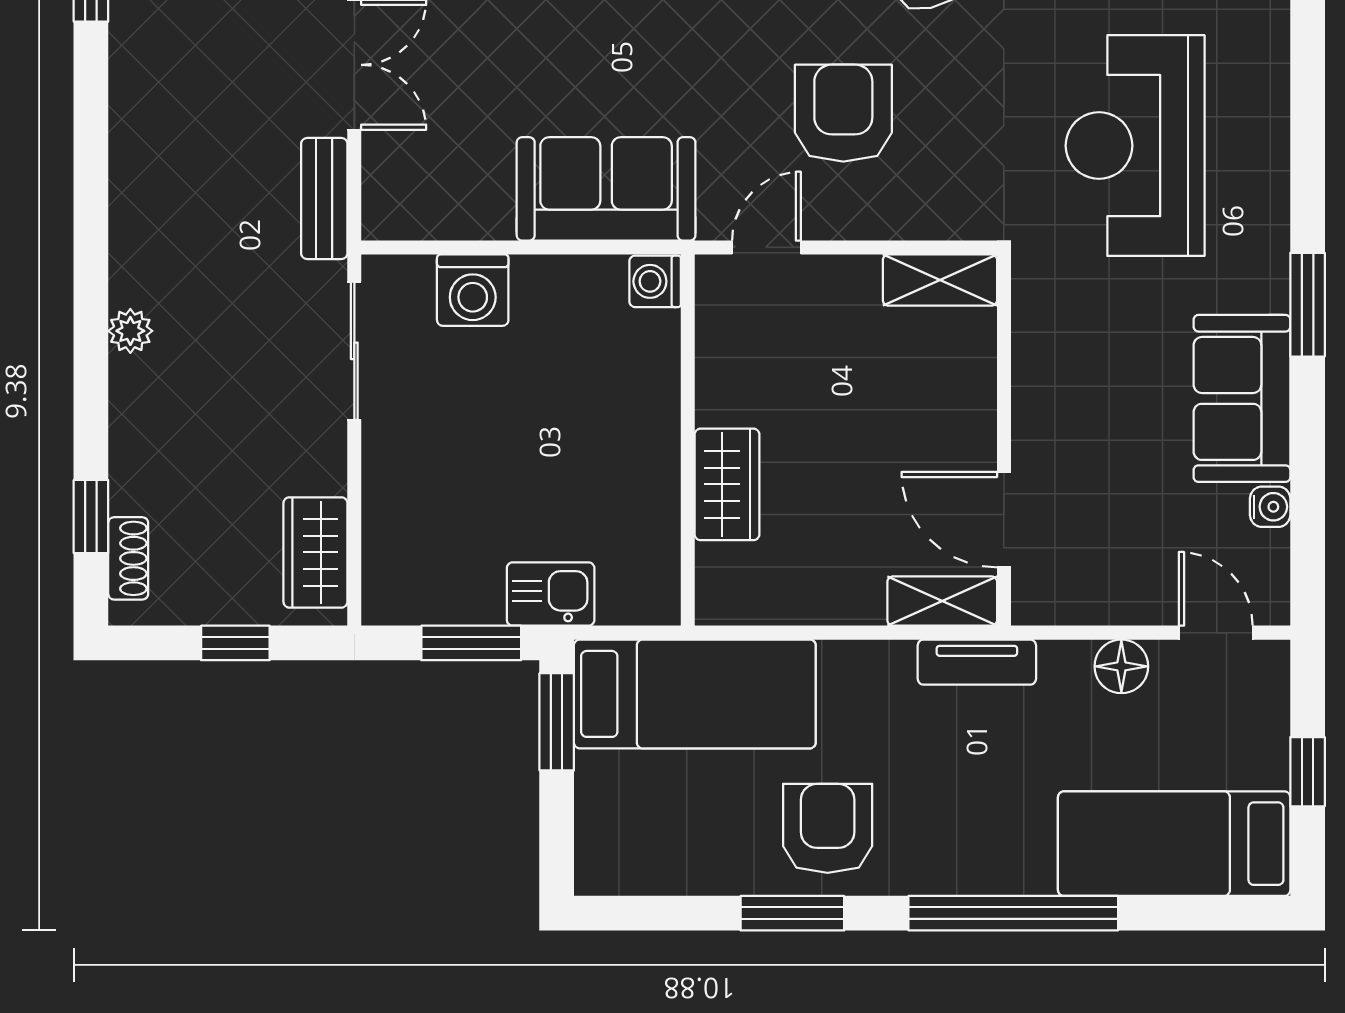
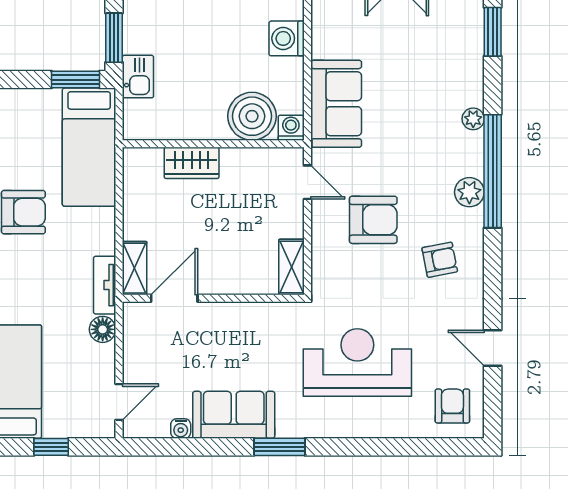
boiler: (632, 361) -> (252, 116), added
floor lamp: (1121, 666) -> (103, 329), moved

